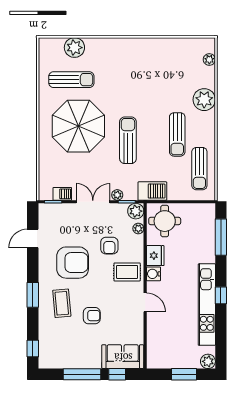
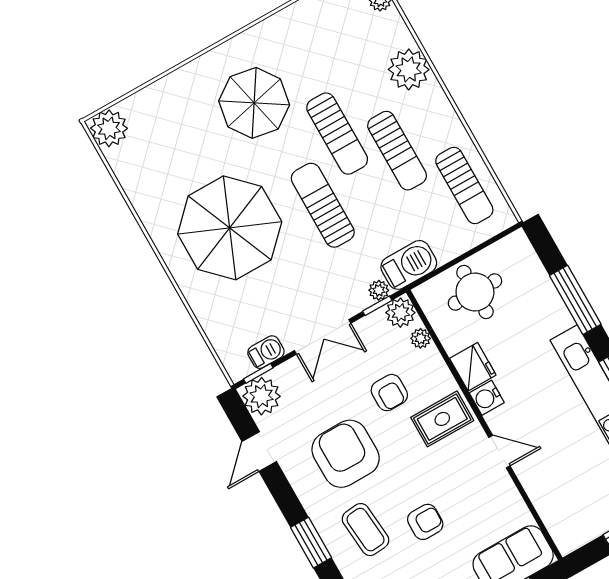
plant: (74, 48) -> (109, 128), moved
parasol: (123, 74) -> (254, 103), added
sun lounger: (71, 80) -> (337, 134), moved, turned 90
plant: (117, 195) -> (379, 290), moved
double door: (93, 202) -> (323, 337), swing flipped
plant: (49, 213) -> (262, 396), added
round table: (165, 221) -> (475, 292), moved
window: (221, 237) -> (575, 300), moved
armchair: (73, 263) -> (346, 454), turned -90

